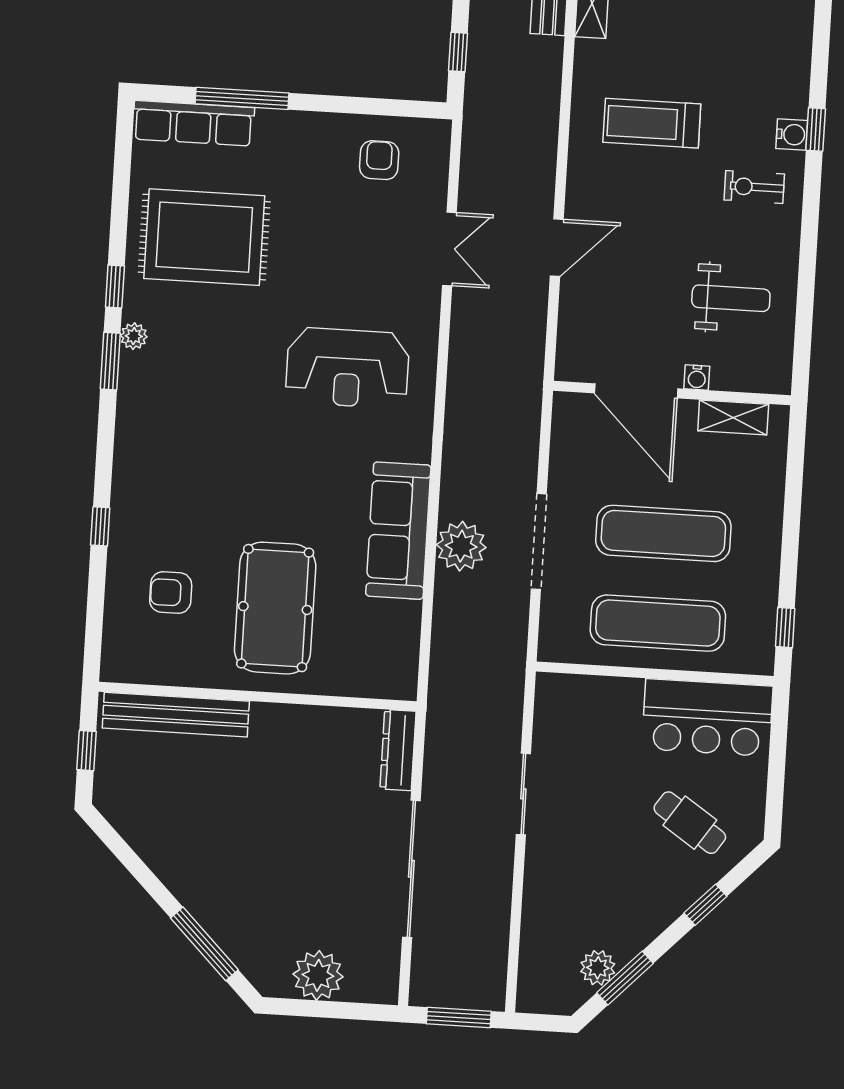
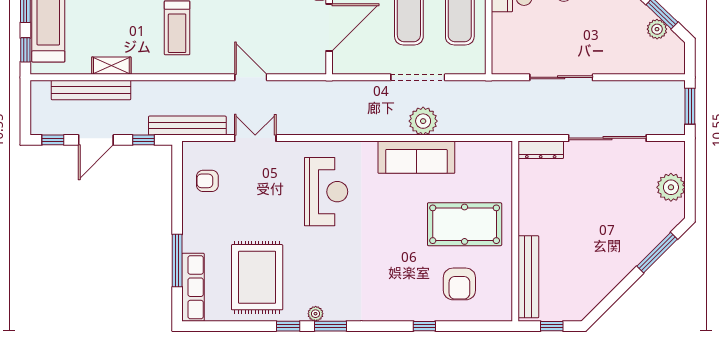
bench: (479, 131) -> (187, 126), added
armchair: (171, 593) -> (459, 284), width x1.38, depth x1.38
sliding door: (523, 794) -> (561, 77), width x1.37

